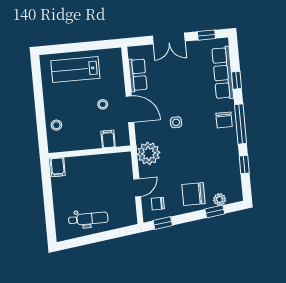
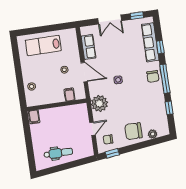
window: (215, 211) -> (149, 143), removed

